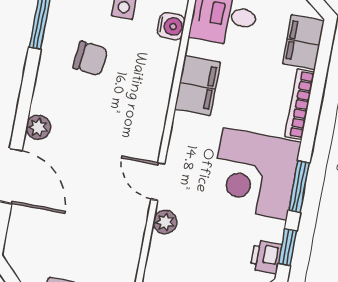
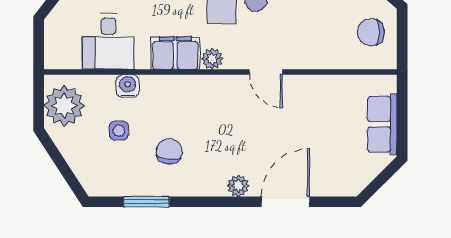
door: (158, 181) -> (266, 72), hinge flipped
plant: (165, 222) -> (212, 59), moved

